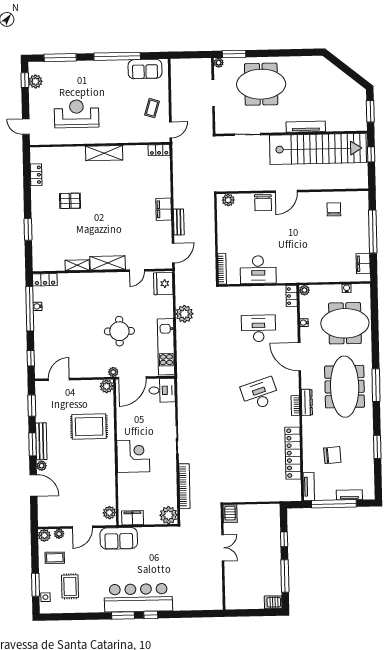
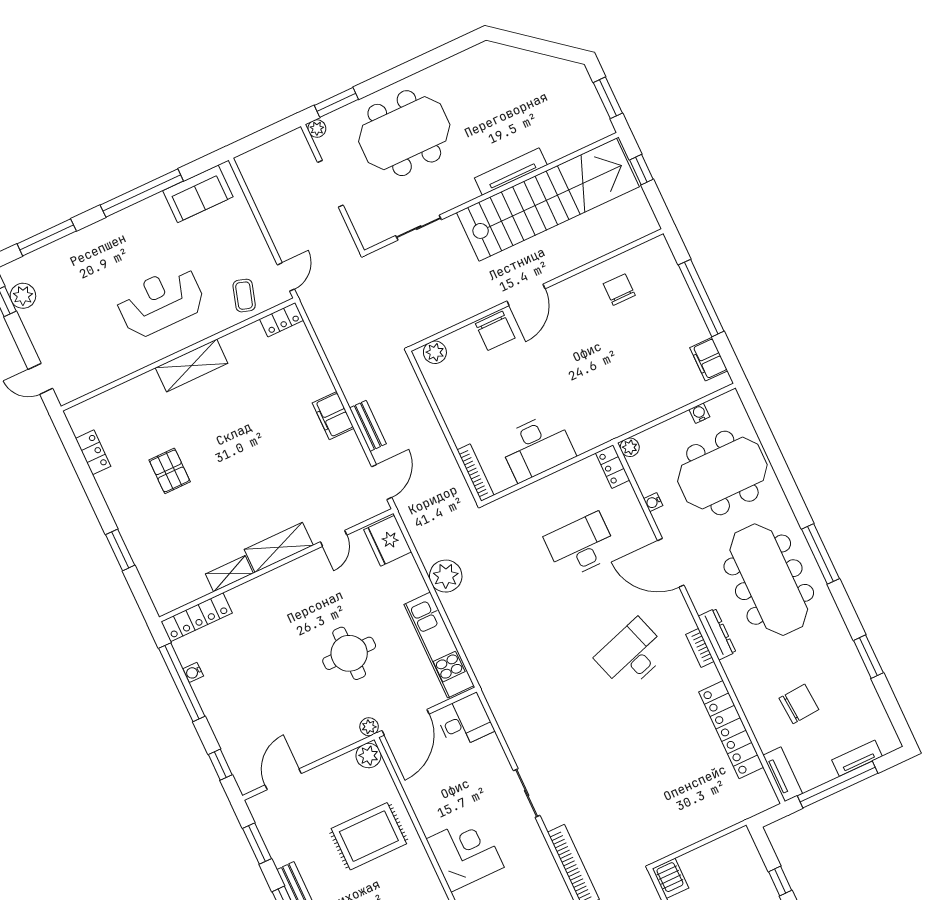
coffee table: (152, 108) -> (244, 296), moved
reception desk: (77, 114) -> (161, 302), moved
pallet: (70, 201) -> (170, 471), turned 90
locker: (45, 280) -> (197, 617), width x1.53

